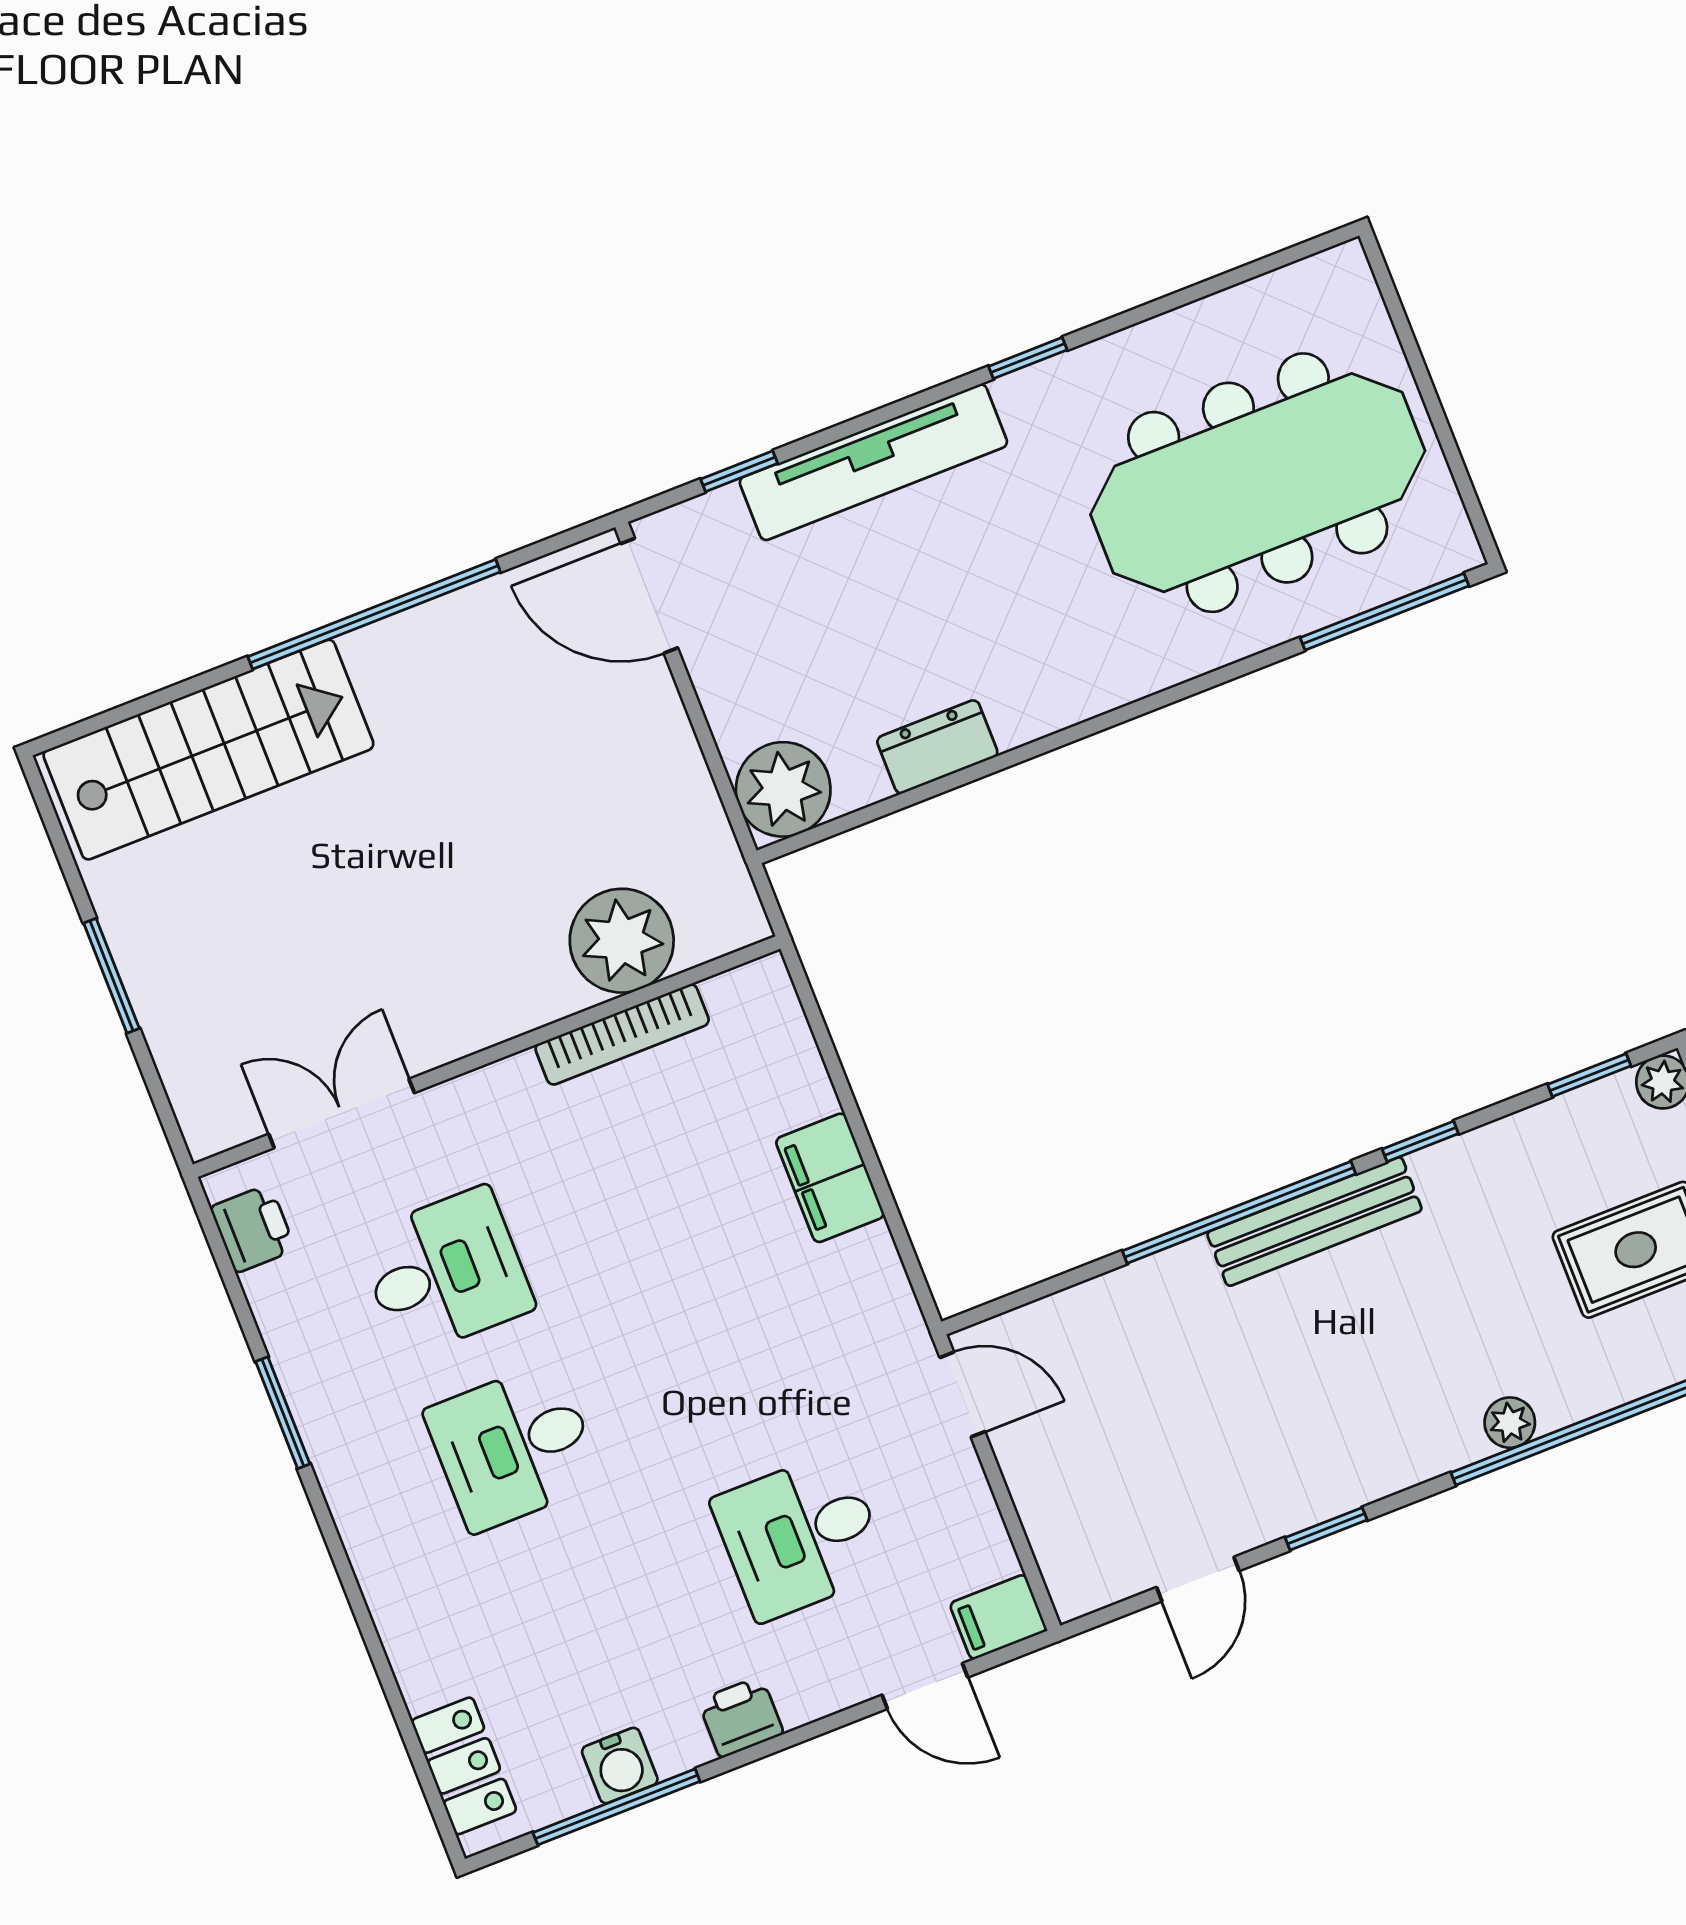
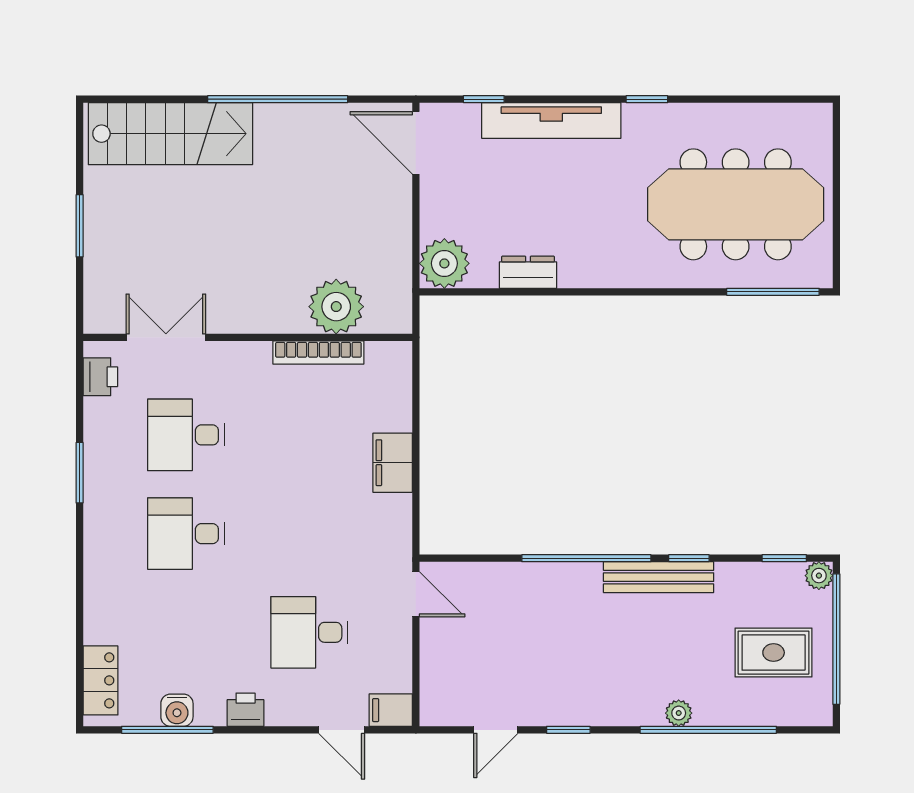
bench: (1314, 1222) -> (659, 577), moved
desk: (445, 1272) -> (186, 435), turned 180

